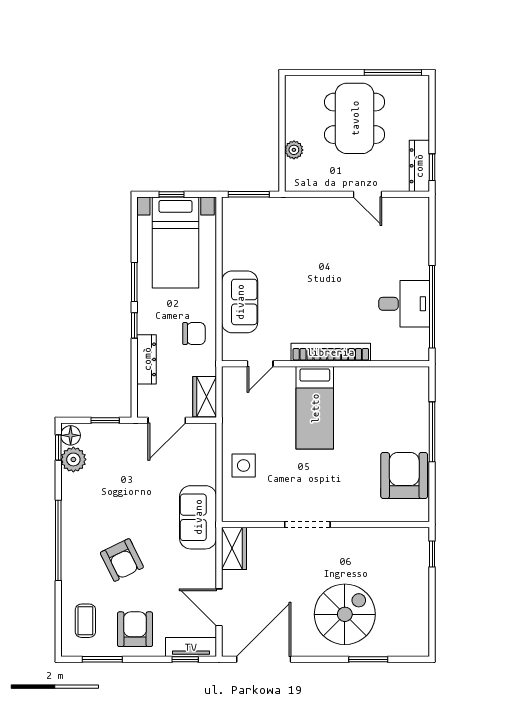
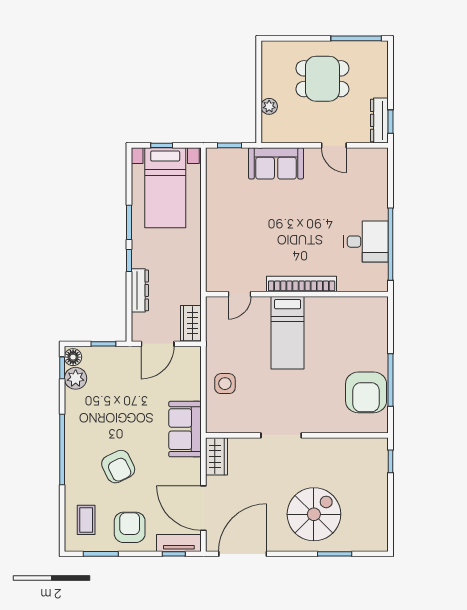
dining table: (355, 118) -> (322, 79), width x0.73
window: (249, 194) -> (230, 145), width x0.67
sofa: (240, 302) -> (276, 163), moved, turned 90
chair: (194, 334) -> (181, 268), removed
window: (432, 432) -> (391, 380), moved
armchair: (404, 476) -> (366, 392), turned 180
door: (219, 607) -> (203, 508), width x1.36

